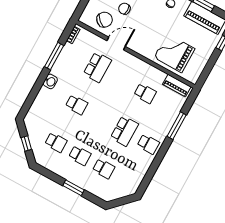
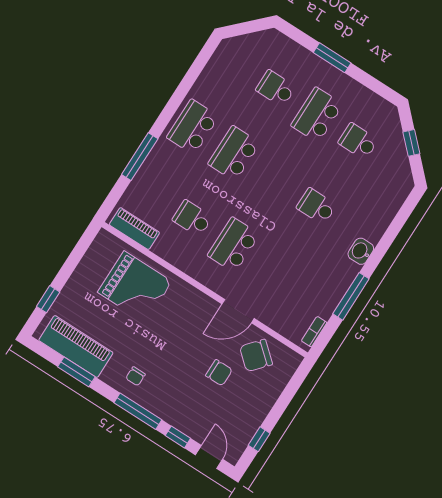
school desk: (97, 67) -> (233, 245), moved
school desk: (148, 144) -> (193, 127), width x1.85
school desk: (80, 155) -> (317, 115), width x1.85

